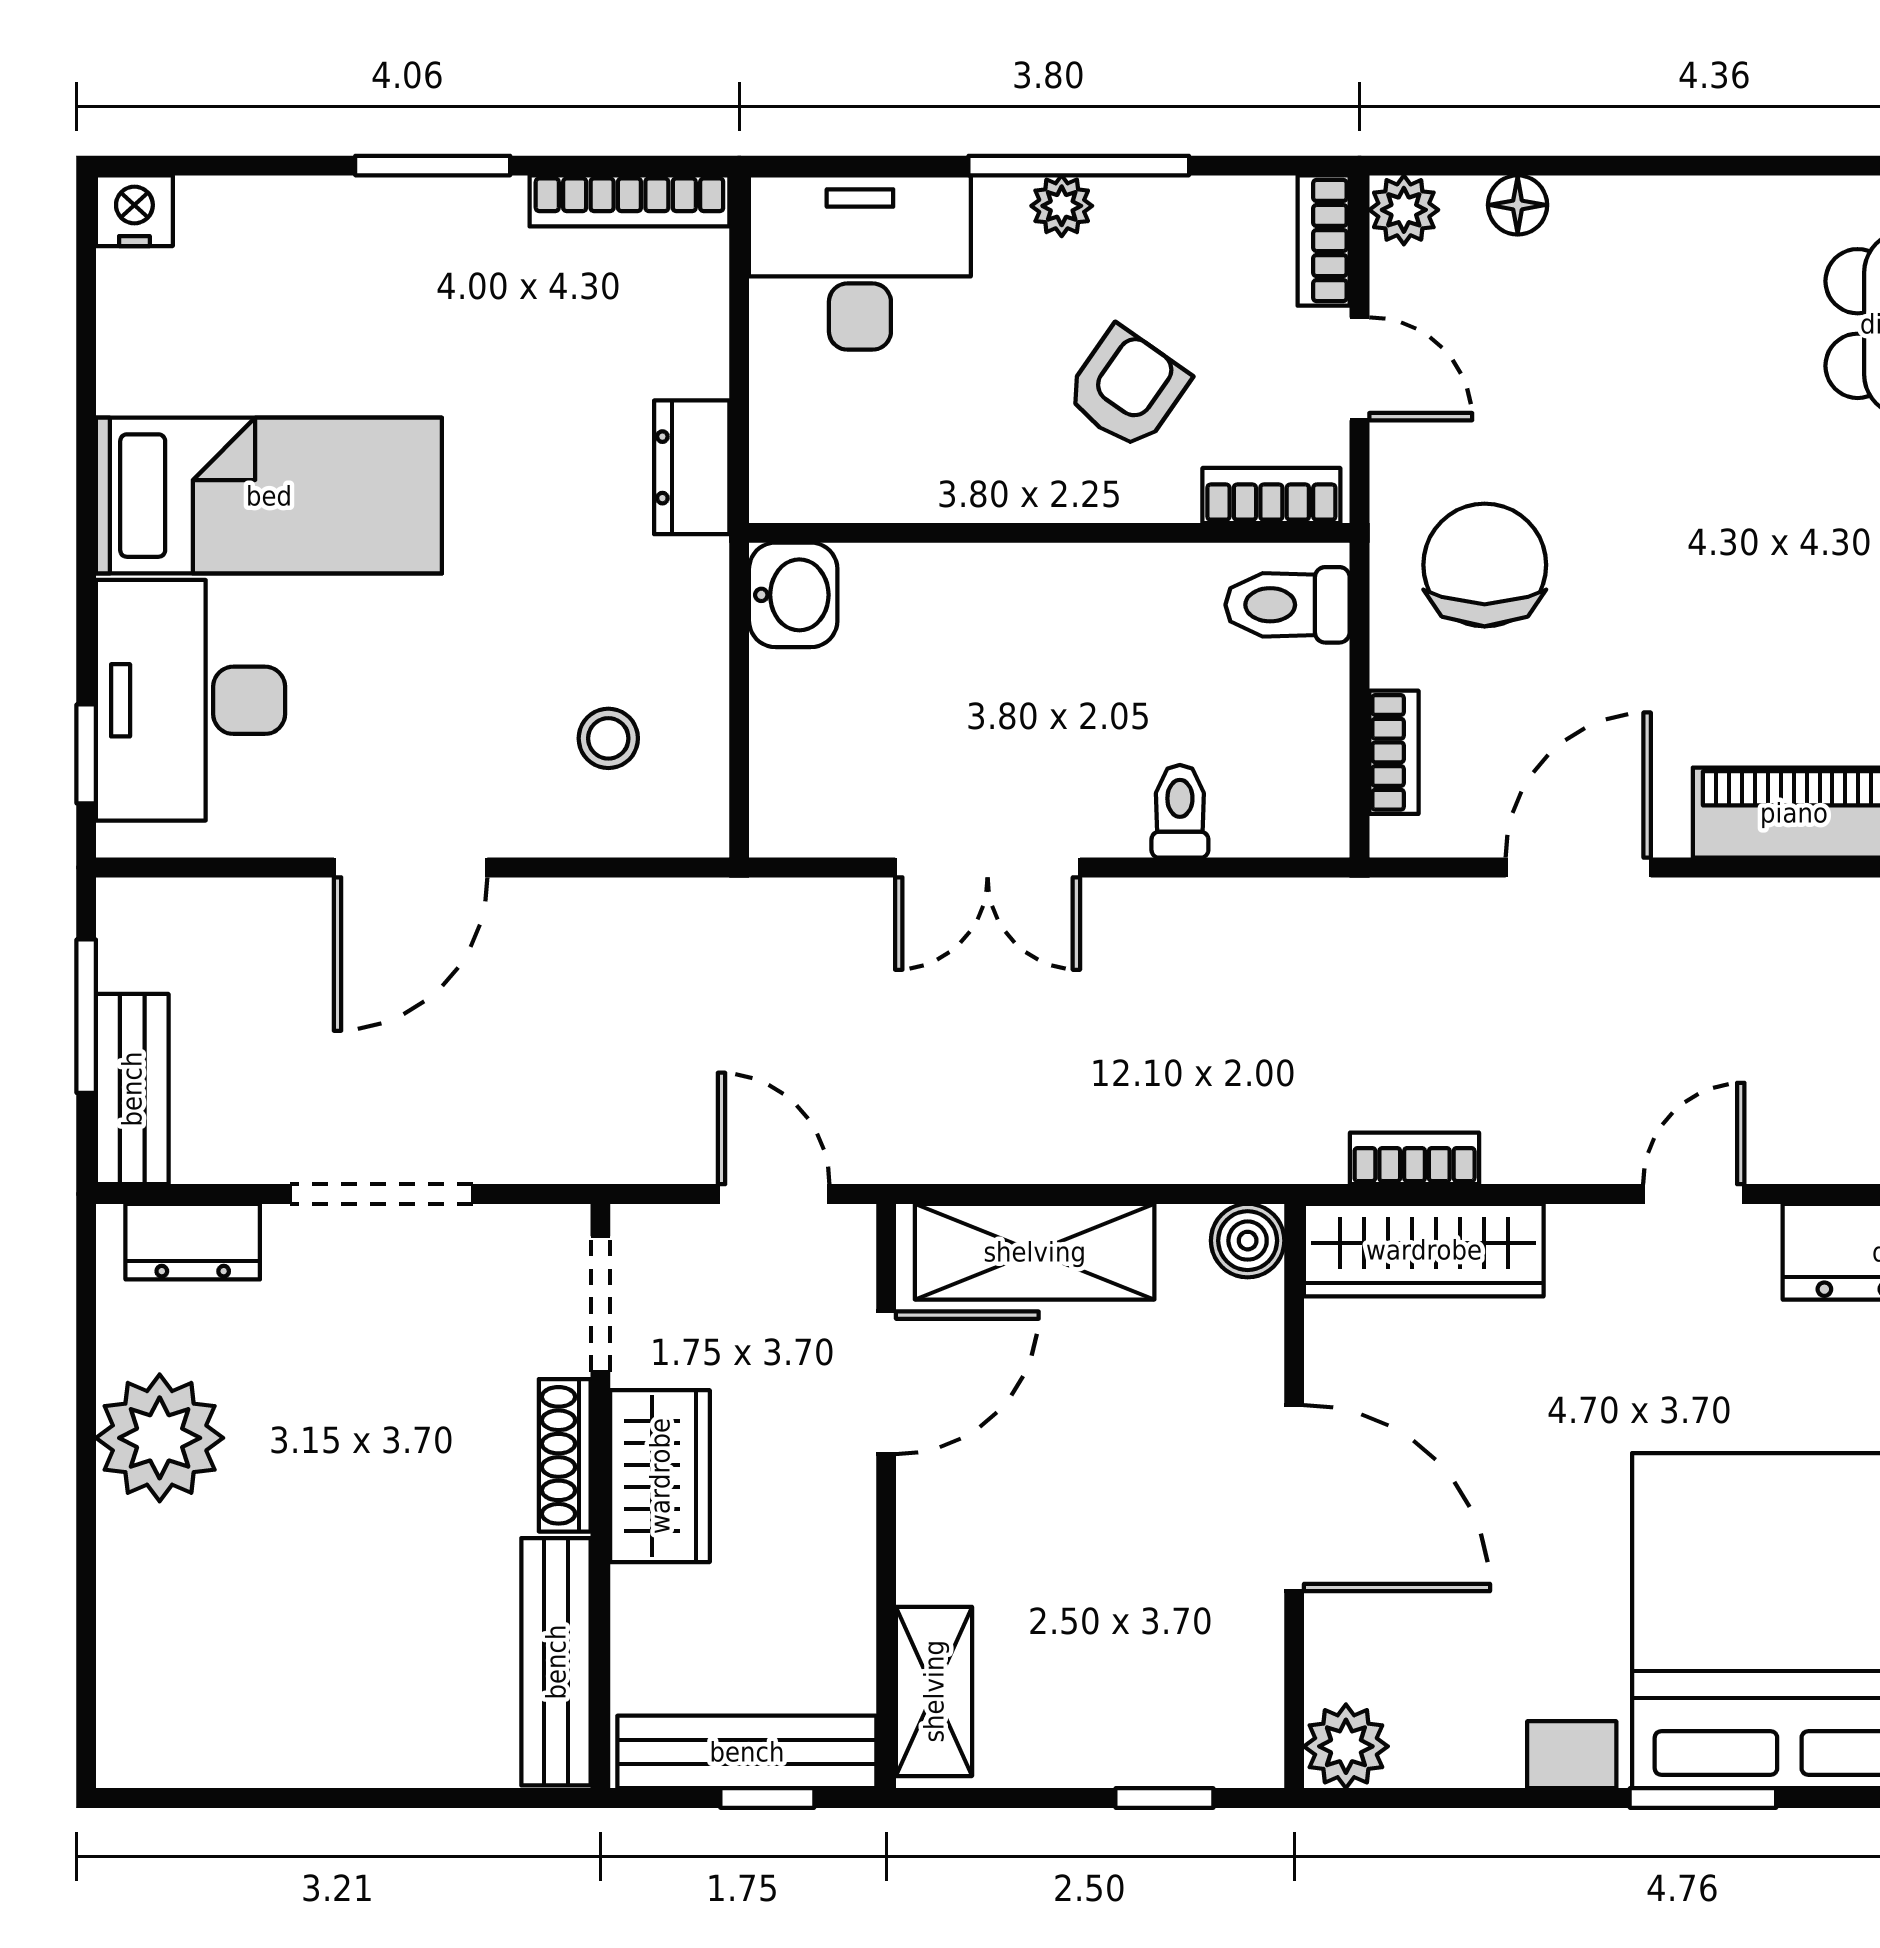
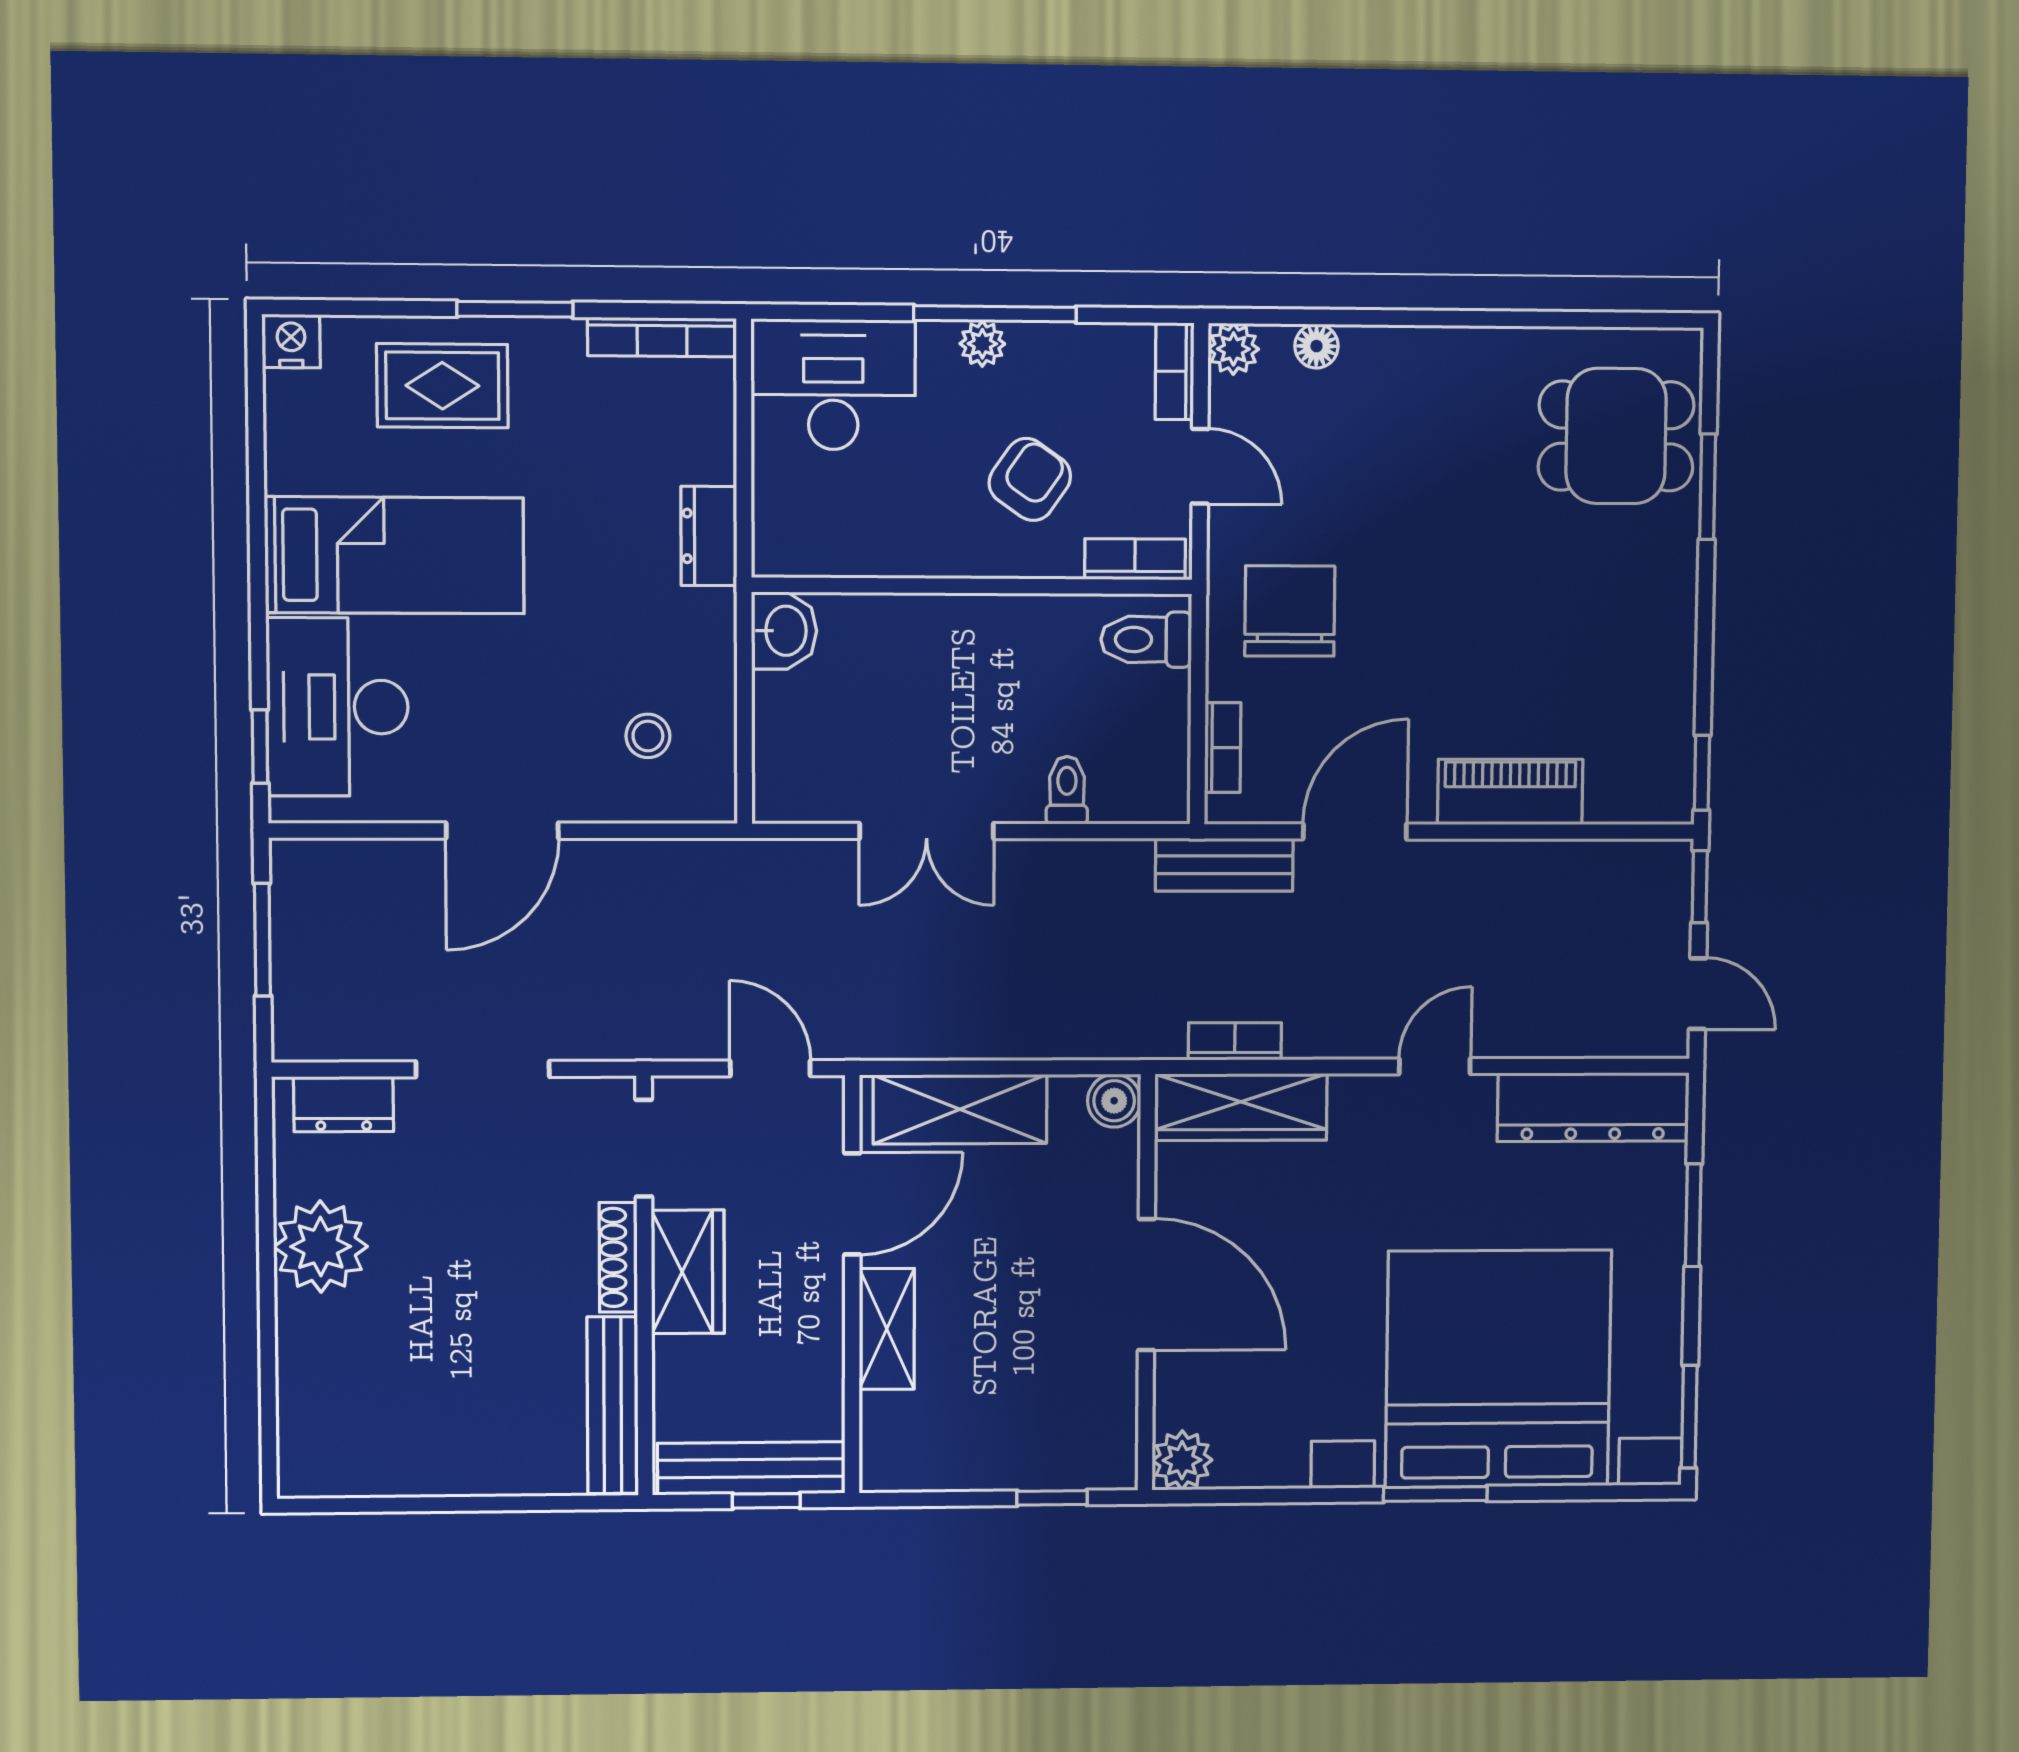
rug: (335, 268) -> (442, 386), added
bench: (132, 1089) -> (1224, 865), moved, turned 90
shelving: (934, 1691) -> (887, 1329), moved

